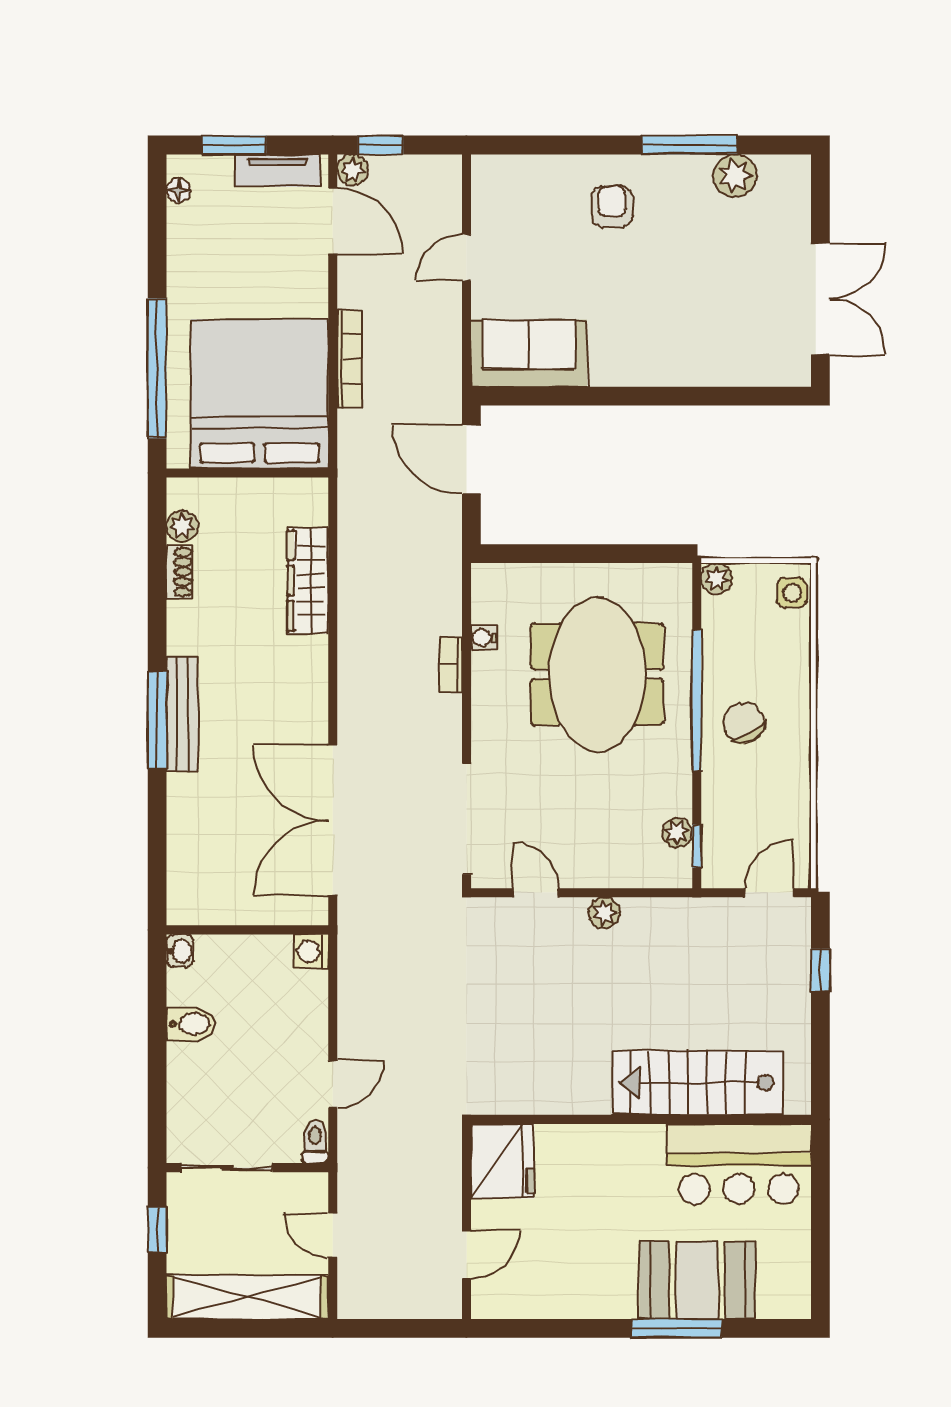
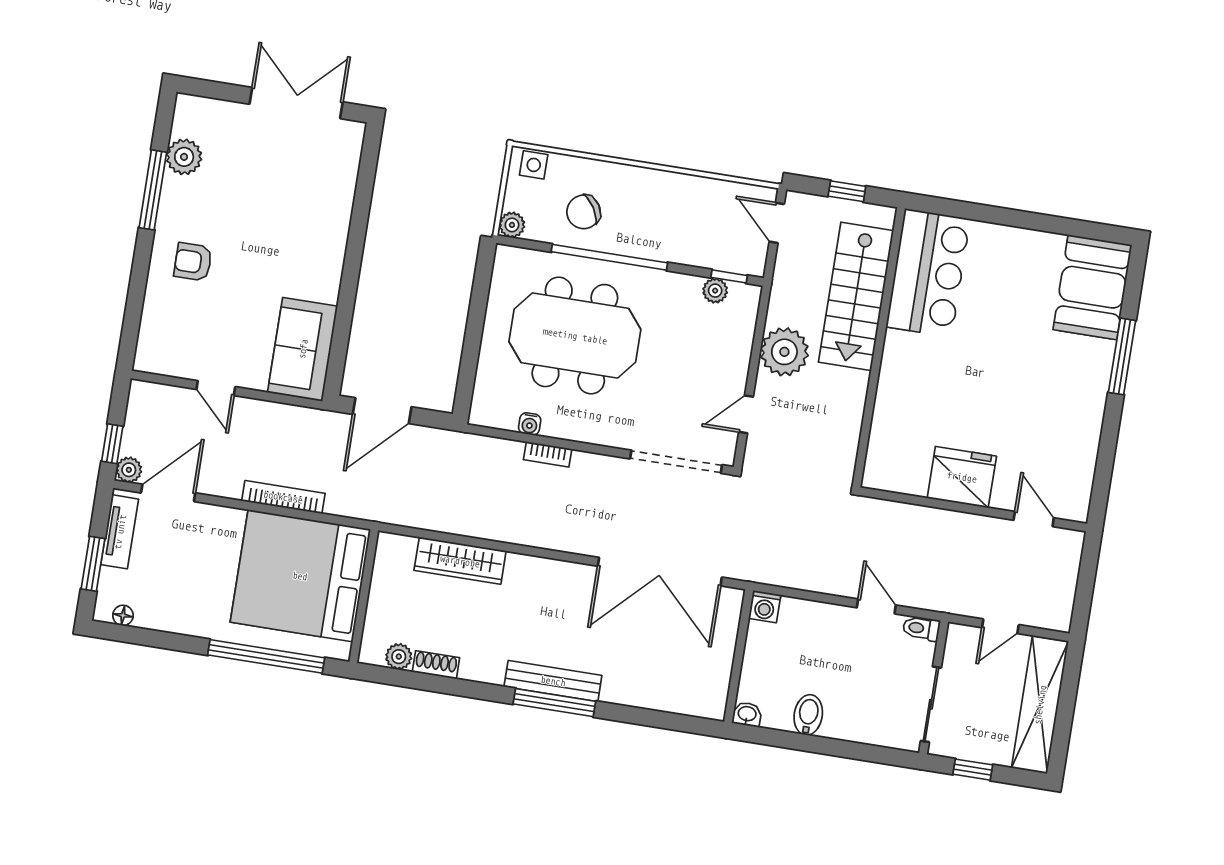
chair: (744, 723) -> (584, 212), moved
plant: (604, 913) -> (784, 352), width x1.87, depth x1.87
stairs: (697, 1083) -> (856, 296), moved
wall: (641, 1119) -> (879, 347), moved
bar counter: (739, 1164) -> (928, 273), moved
booth: (697, 1280) -> (1092, 287), moved

